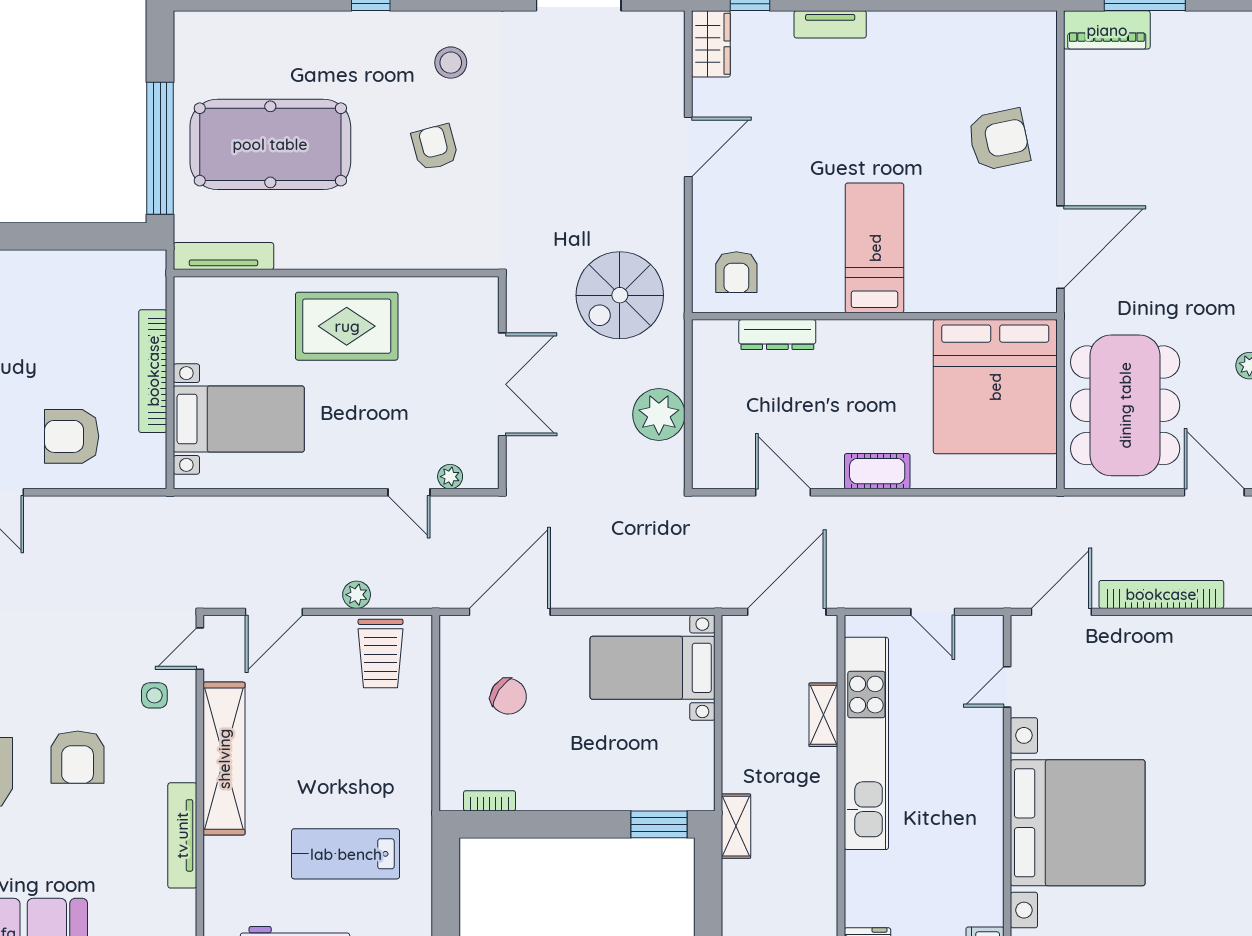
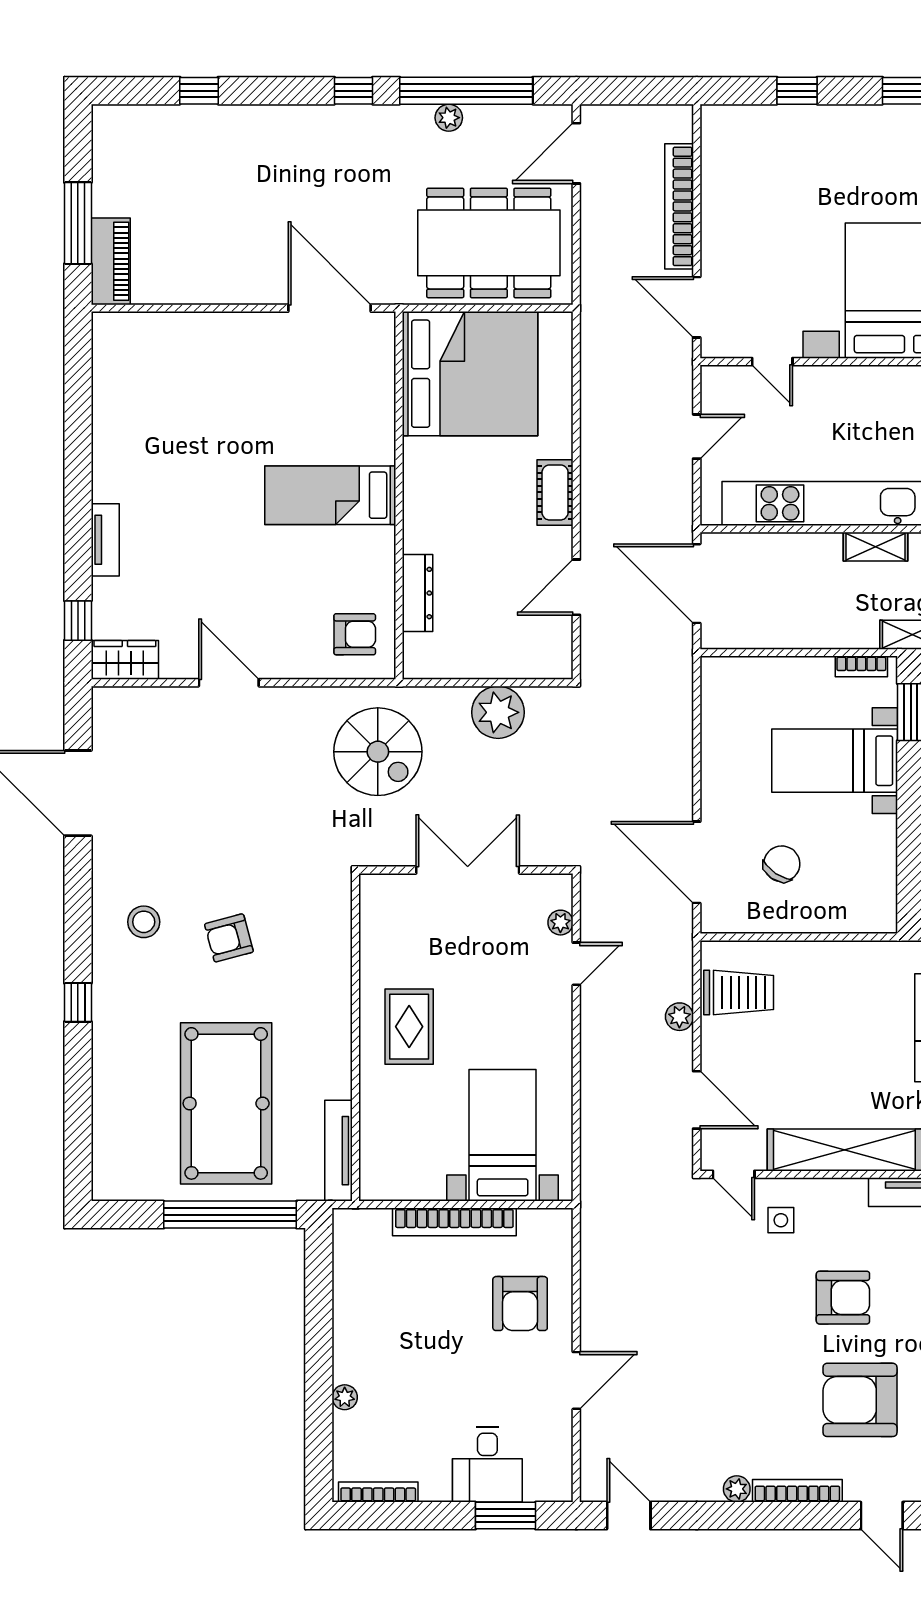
armchair: (999, 140) -> (221, 370), removed
rug: (347, 326) -> (409, 1027), width x0.73, depth x0.70
bed with nightstands: (653, 668) -> (835, 761), moved, turned 90
shelving: (823, 715) -> (875, 547), moved
bookcase: (490, 801) -> (861, 666), moved, turned -90

